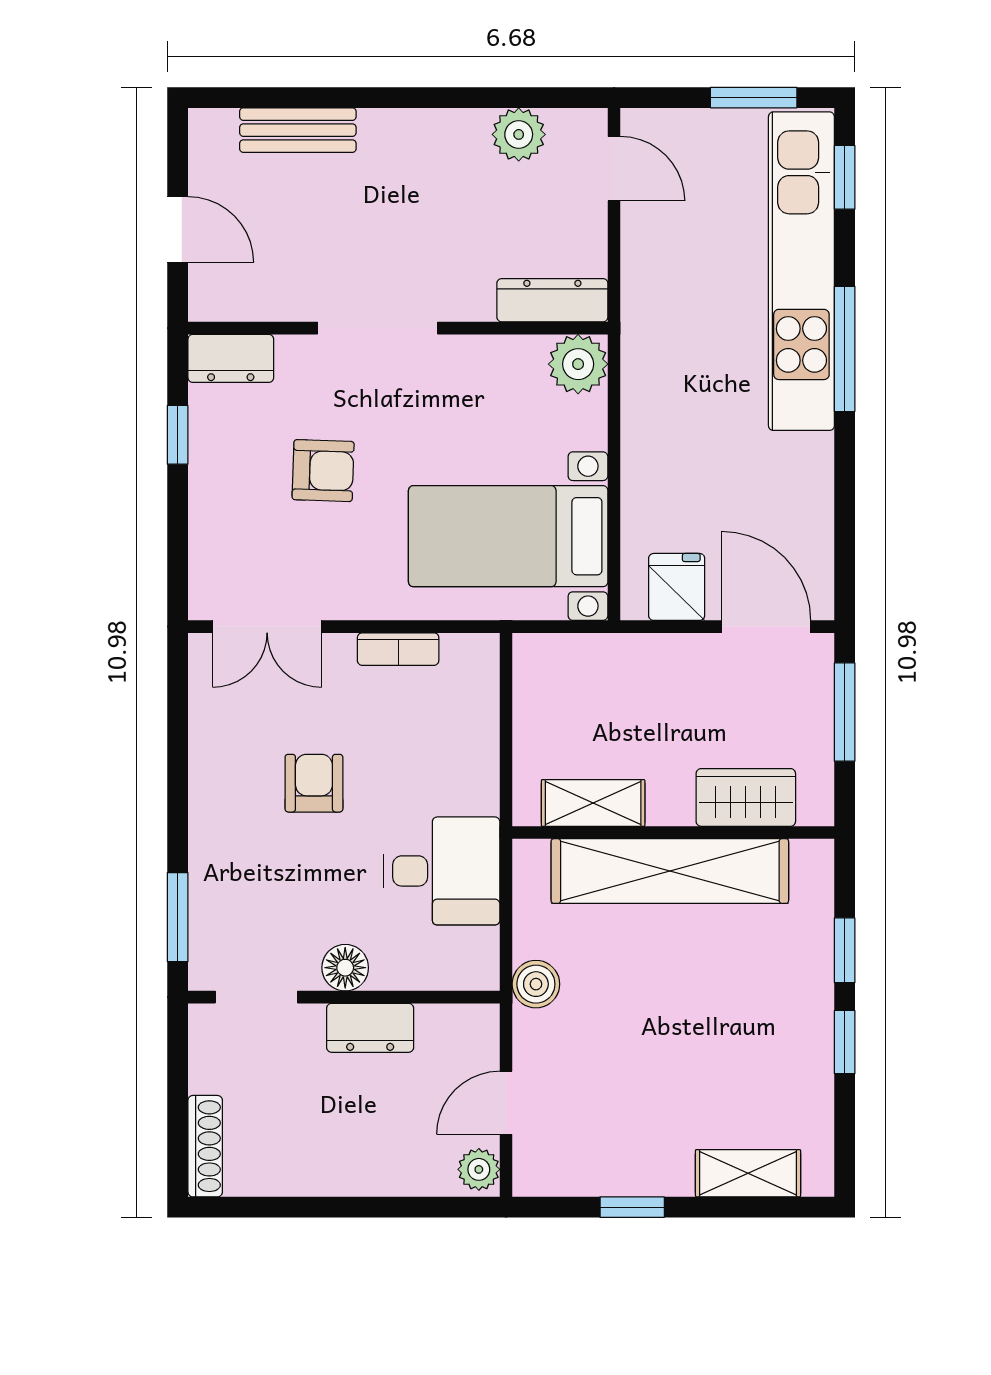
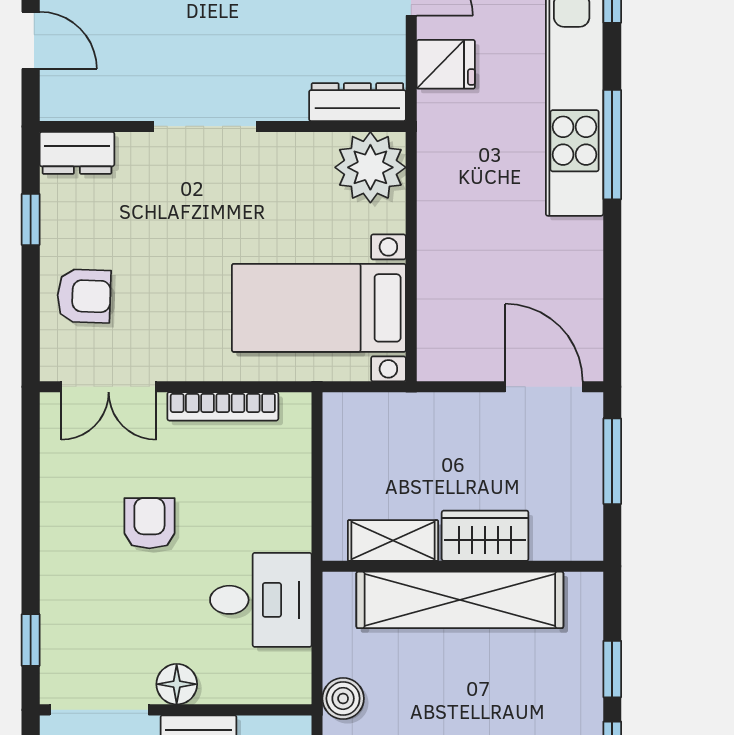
plant: (578, 364) -> (370, 167), width x1.36, depth x1.36
armchair: (323, 471) -> (84, 296), moved
fridge: (677, 587) -> (446, 64), moved, turned 90
bookcase: (398, 649) -> (223, 406), width x1.56
wardrobe: (746, 797) -> (485, 536), moved
window: (178, 917) -> (31, 640), width x0.67
doorway: (256, 997) -> (99, 710), width x1.38

